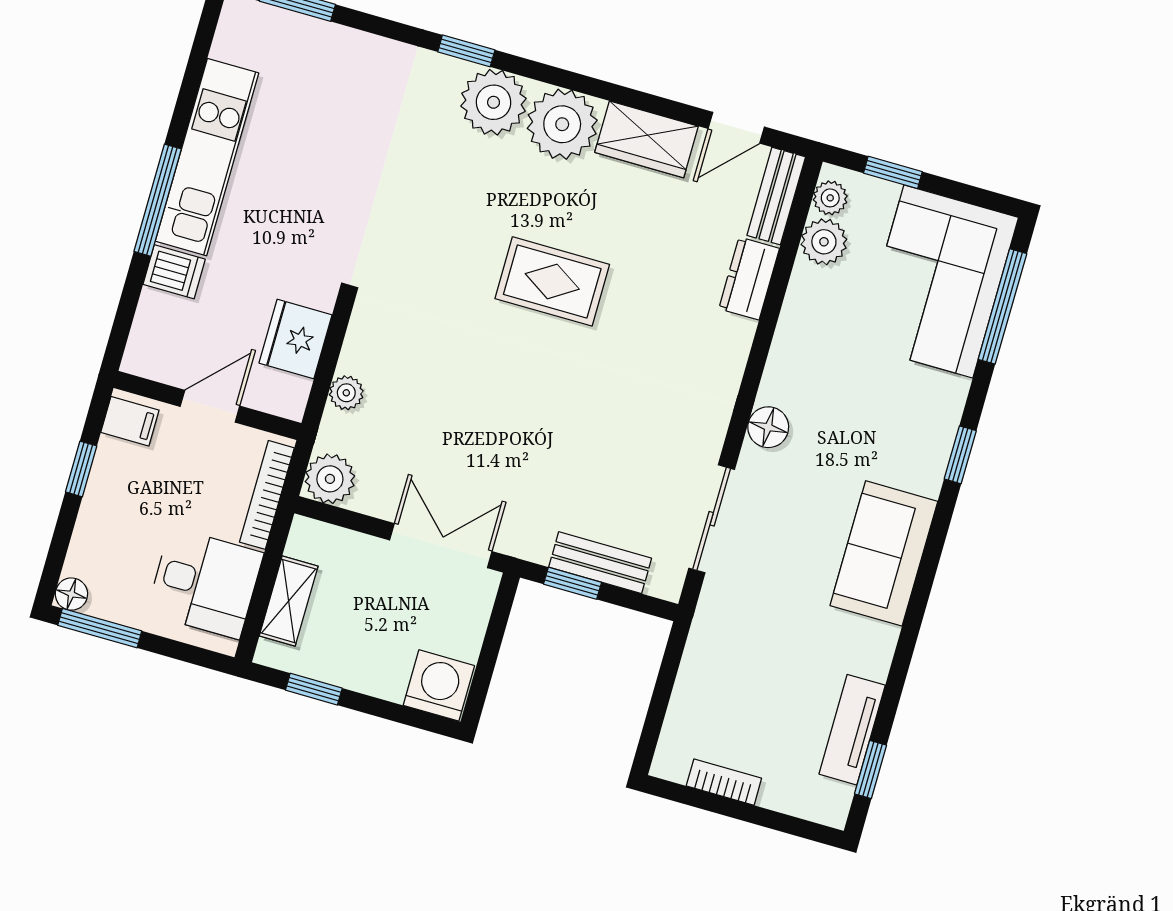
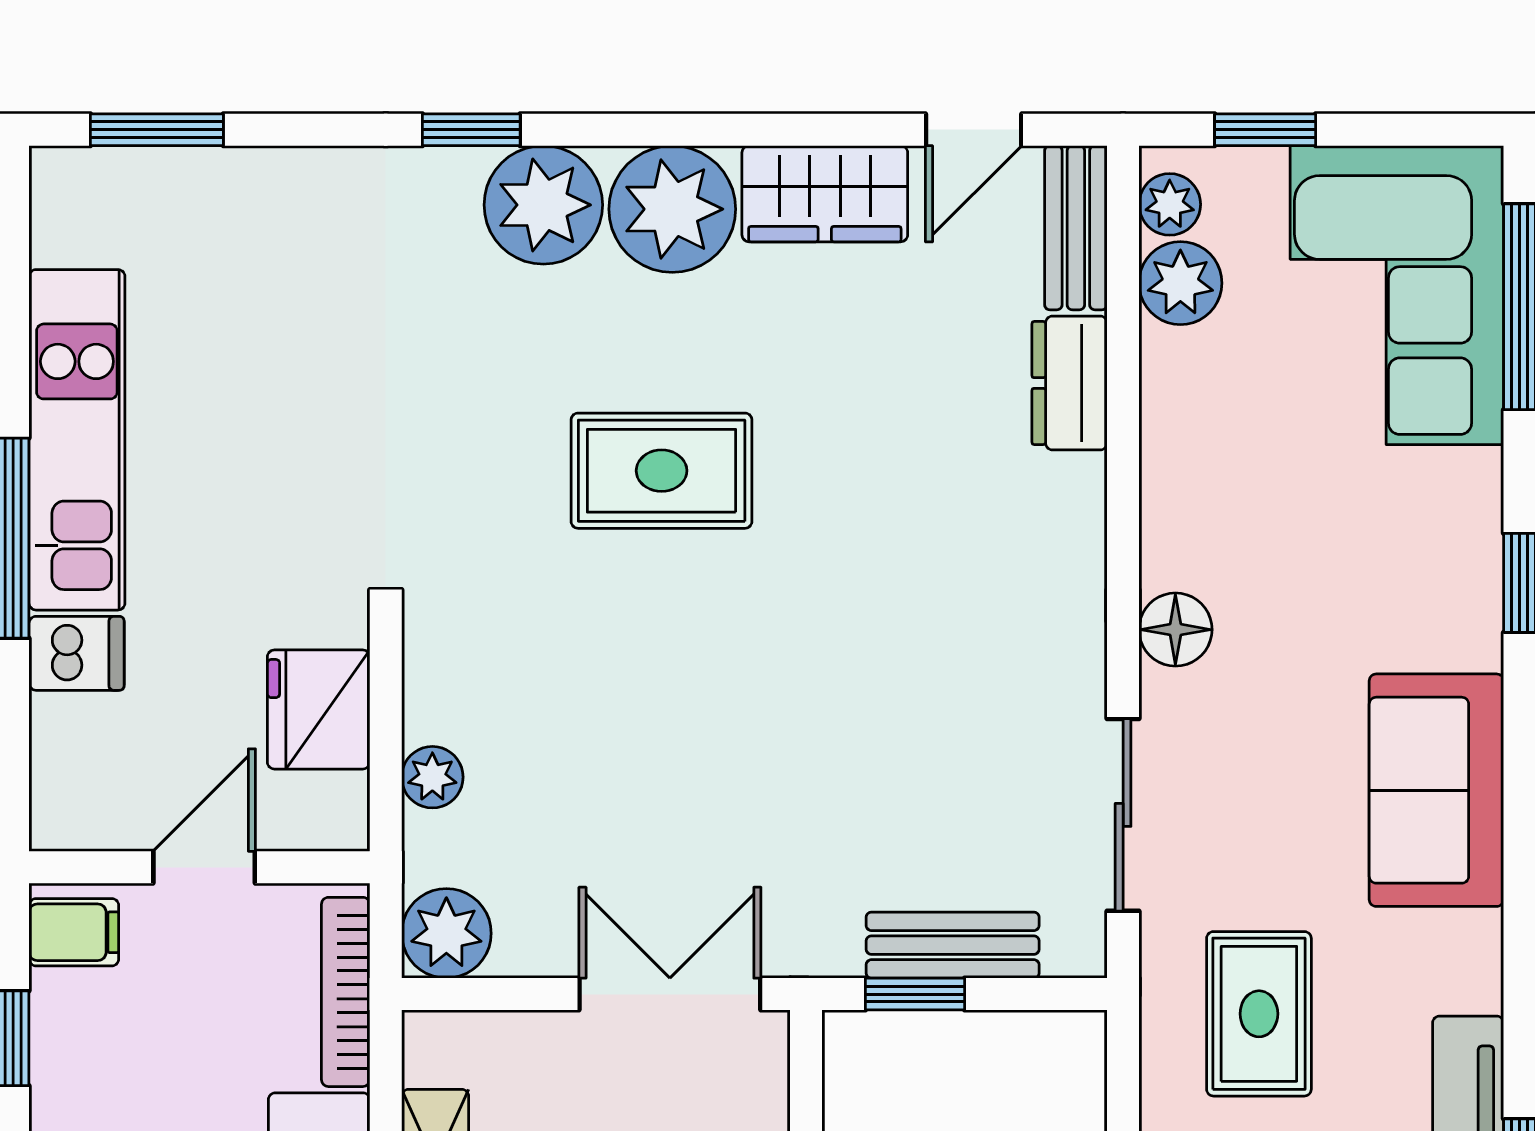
rug: (552, 281) -> (662, 471), moved
rug: (754, 646) -> (1259, 1014), added

